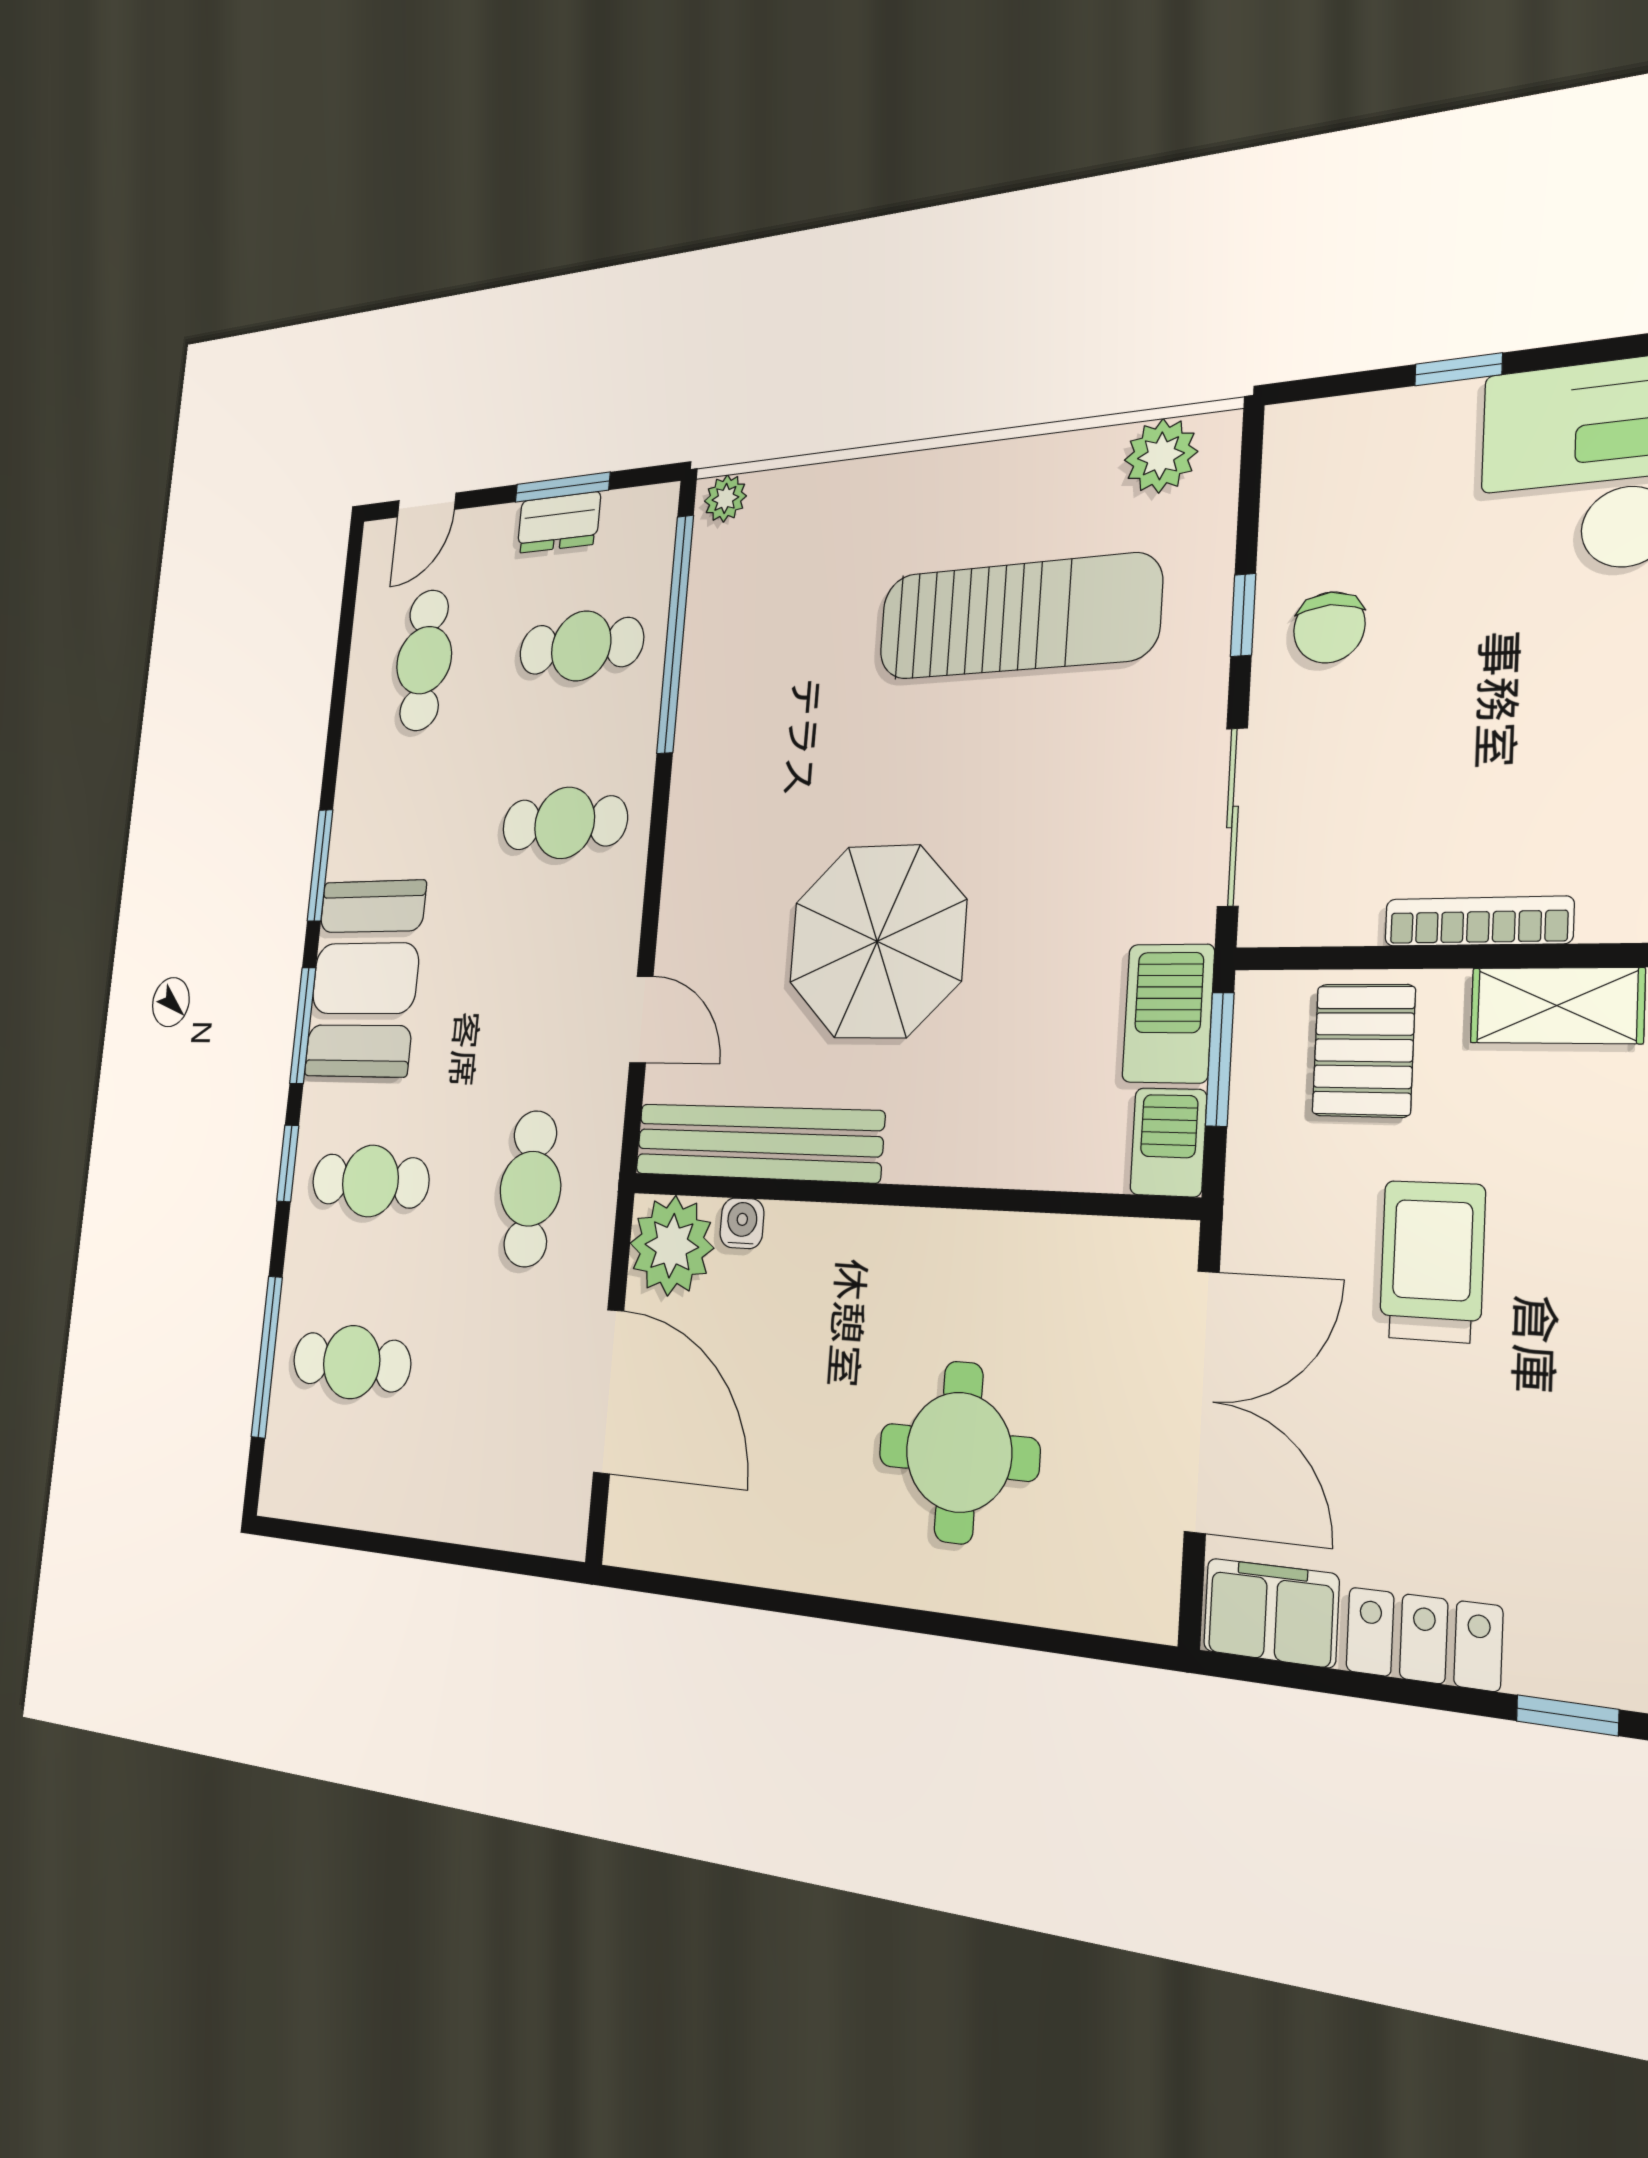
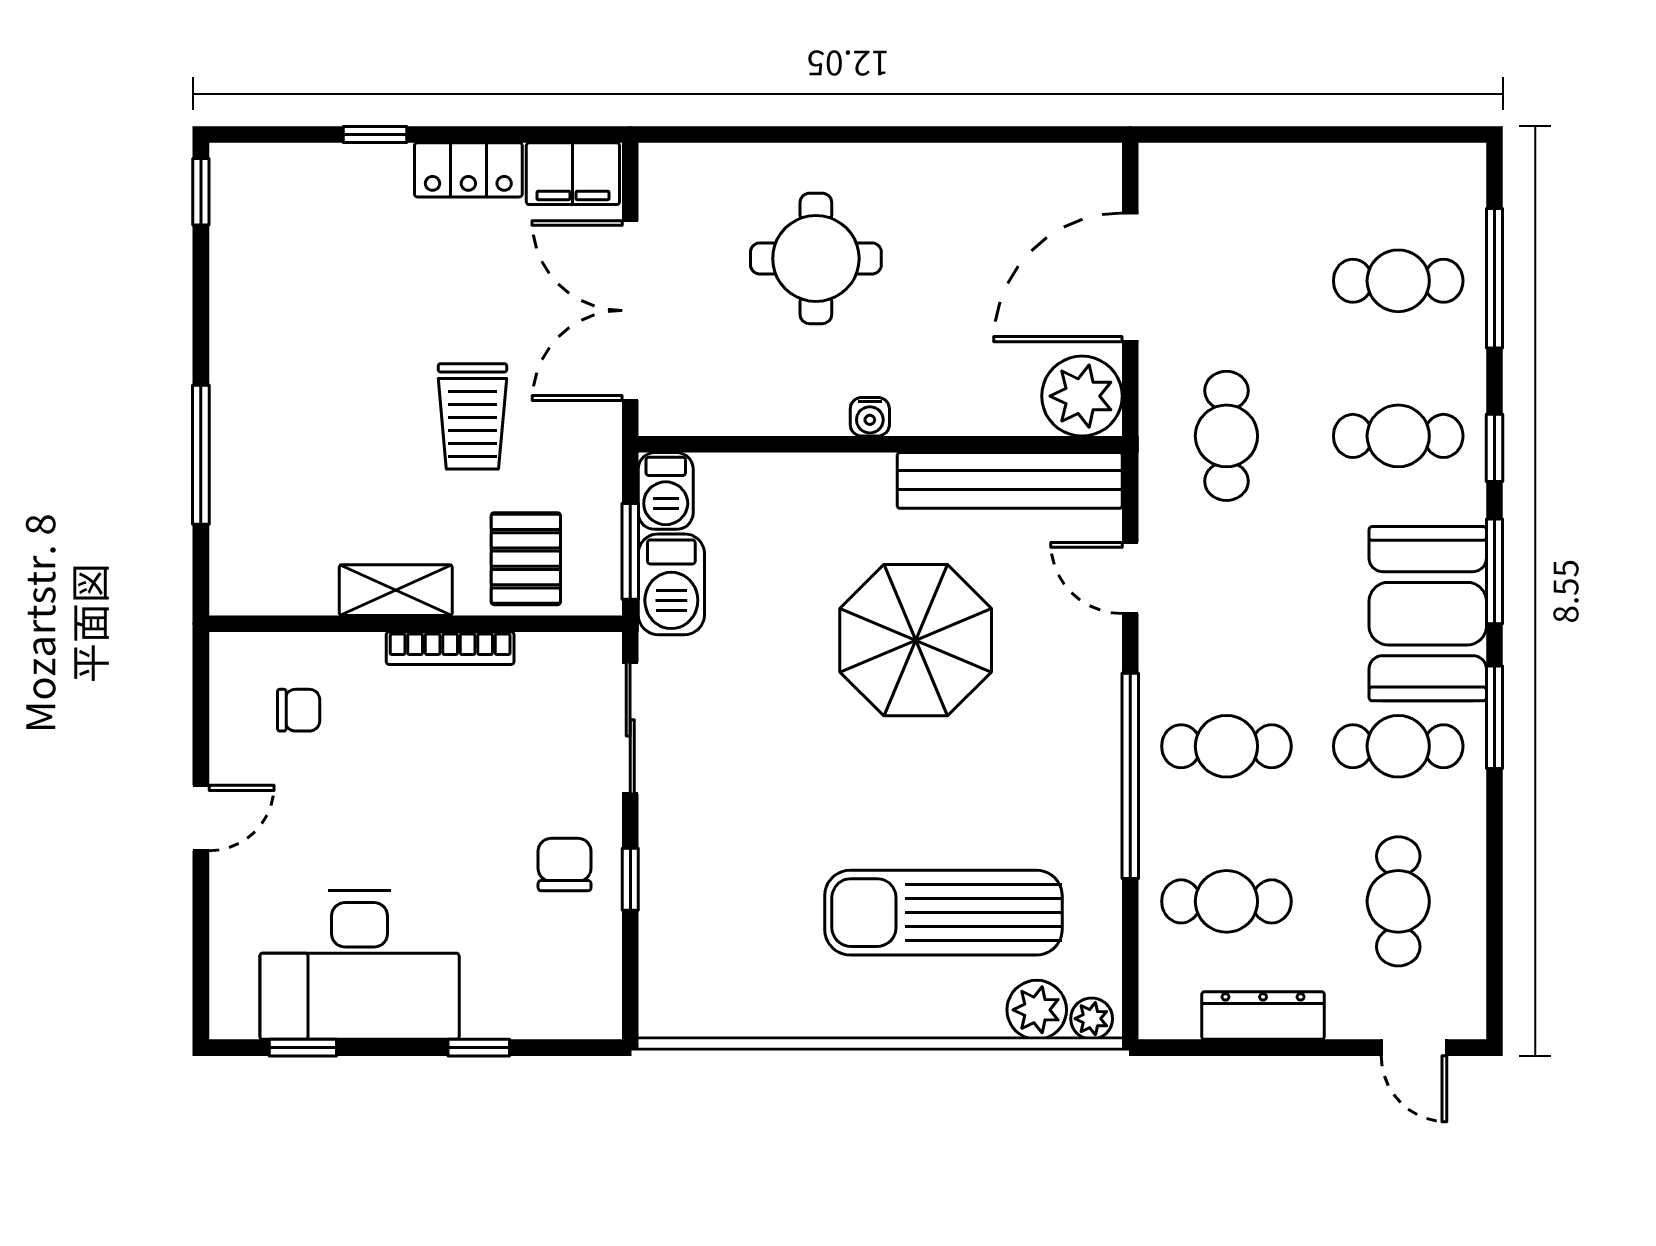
plant: (1161, 456) -> (1037, 1010), moved
window: (562, 487) -> (1263, 1048), removed
door: (427, 505) -> (1414, 1048), swing flipped
dresser: (559, 522) -> (1263, 1016), width x1.44
sun lounger: (1018, 617) -> (943, 913), moved
window: (675, 634) -> (1130, 776), moved
cafe table: (407, 830) -> (1398, 746), added
water cooler: (742, 1223) -> (870, 417), moved
door: (609, 1391) -> (1130, 277), hinge flipped

